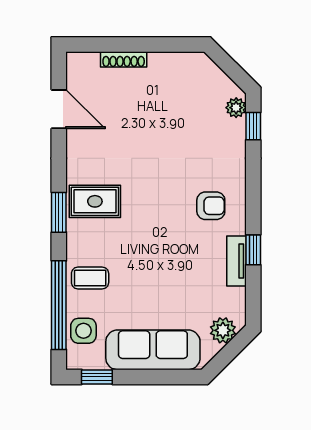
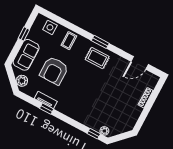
rug: (95, 201) -> (97, 58), turned 90
armchair: (211, 206) -> (54, 71), moved, width x1.88, depth x1.88
window: (59, 305) -> (65, 23), removed
sofa: (153, 350) -> (26, 55), width x0.73
window: (97, 377) -> (24, 34), moved

